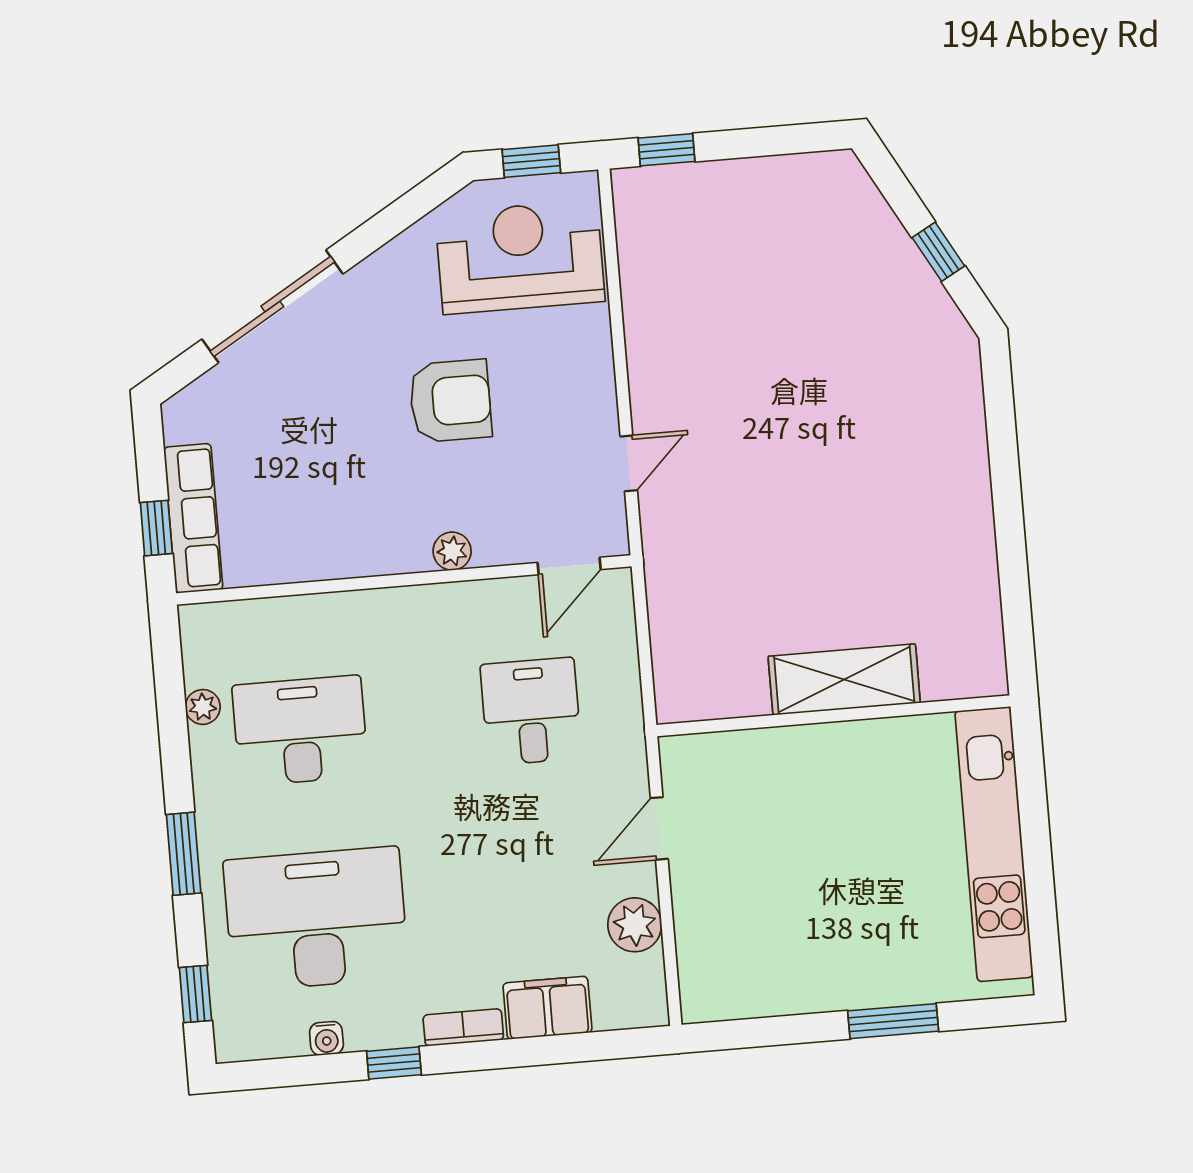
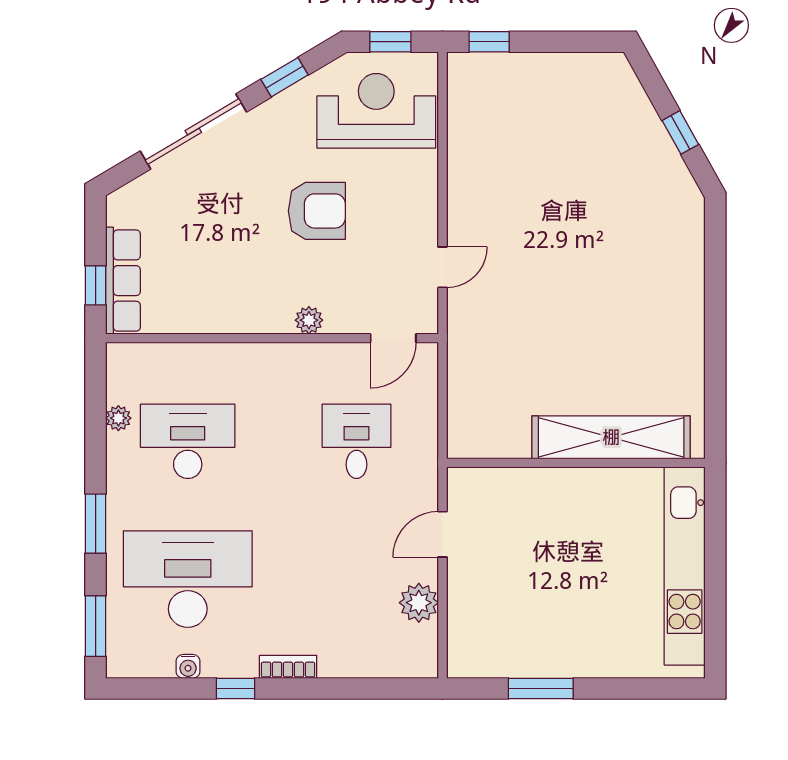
window: (391, 222) -> (285, 77), added
shelving: (844, 680) -> (611, 437), width x1.47
window: (195, 994) -> (96, 626), width x1.50
filing cabinet: (547, 1008) -> (350, 658), removed
window: (893, 1021) -> (541, 688), moved

